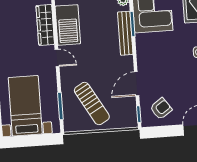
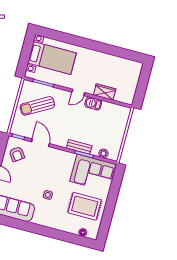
wardrobe: (45, 25) -> (105, 92), width x0.67
barbecue: (68, 25) -> (93, 103), width x0.53, depth x0.65
bench: (125, 33) -> (79, 147), width x0.73

